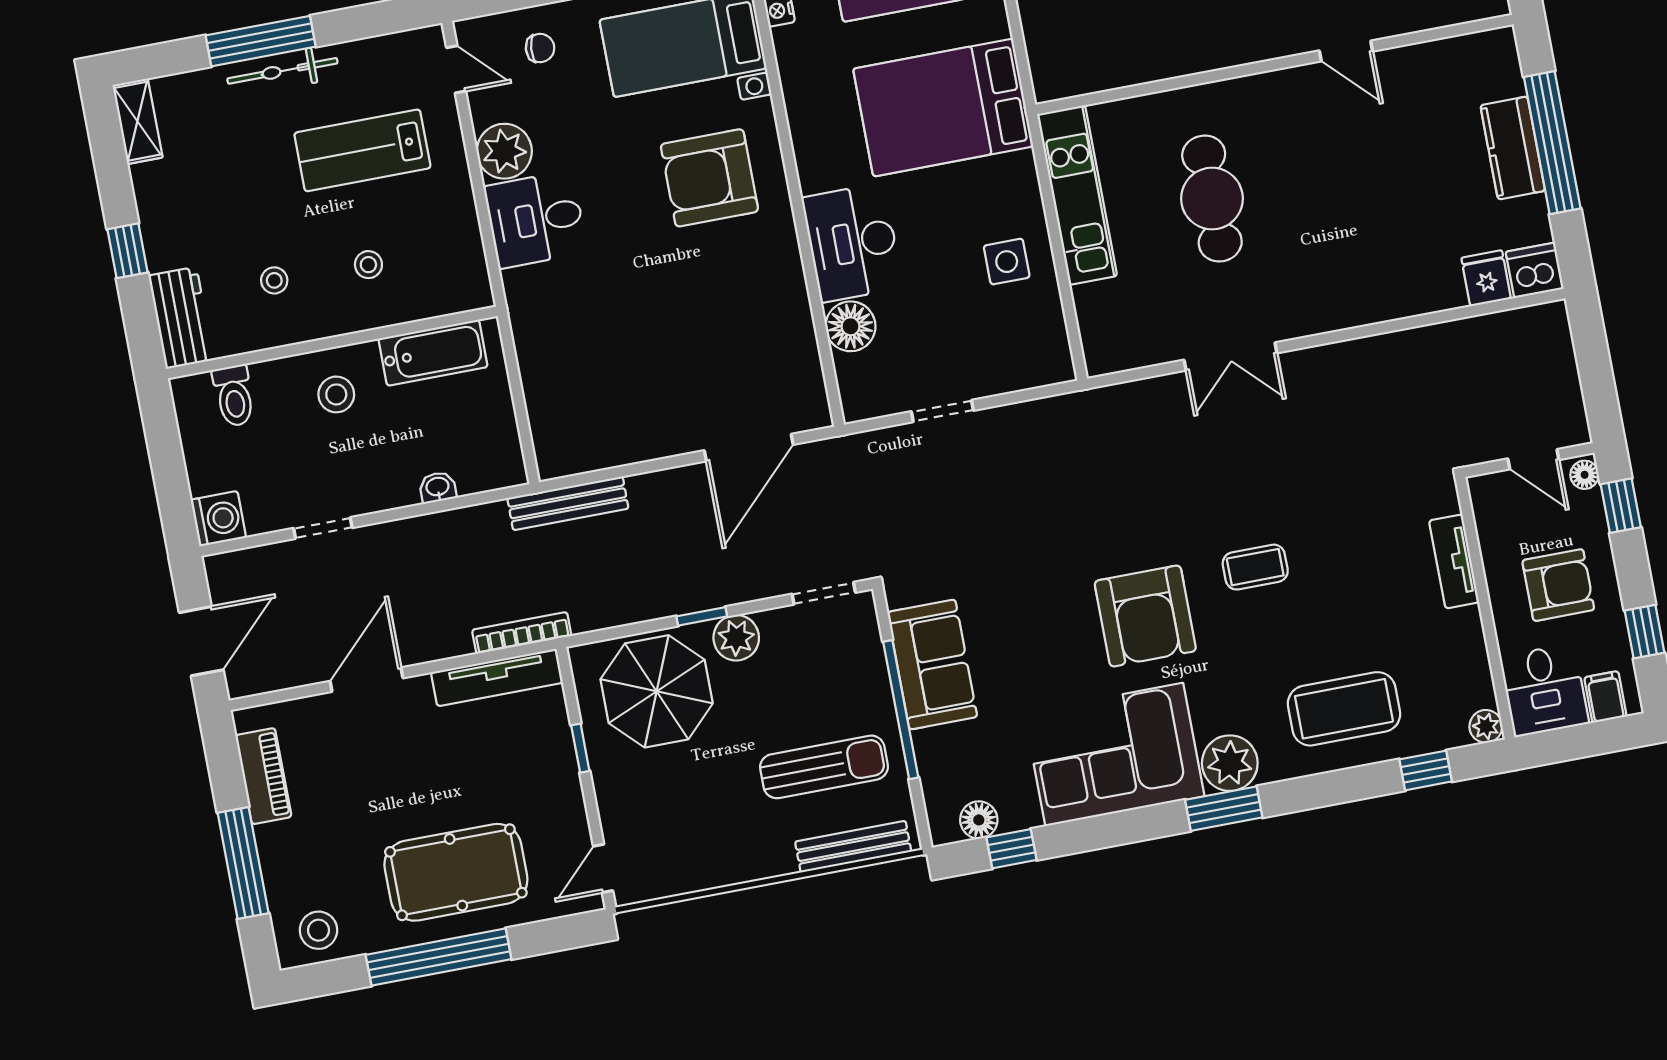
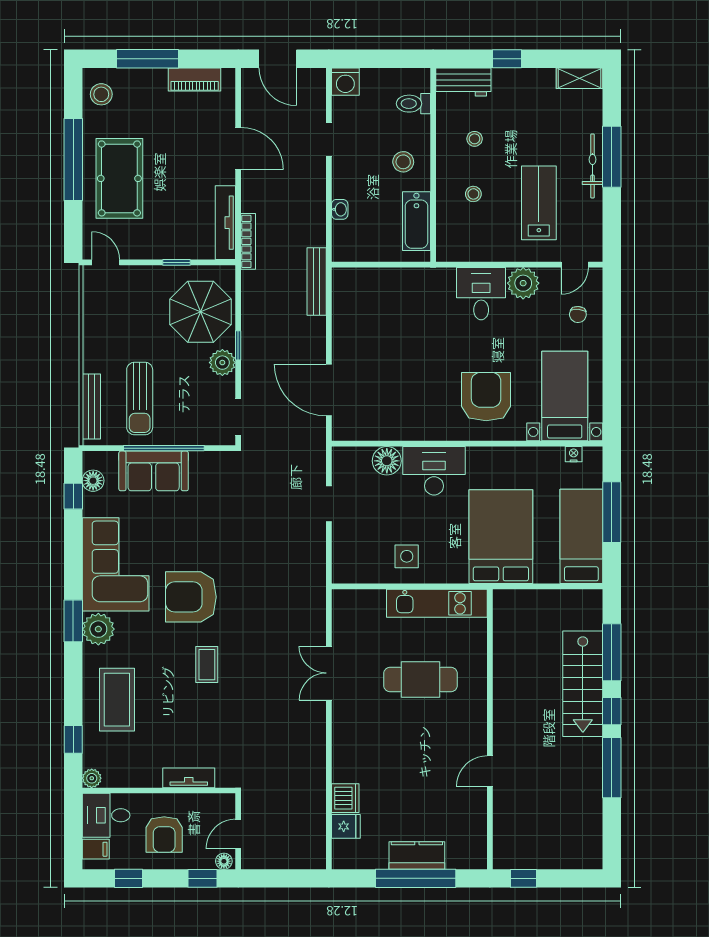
dishwasher: (1535, 270) -> (345, 798), moved
sofa: (932, 665) -> (154, 471), moved

